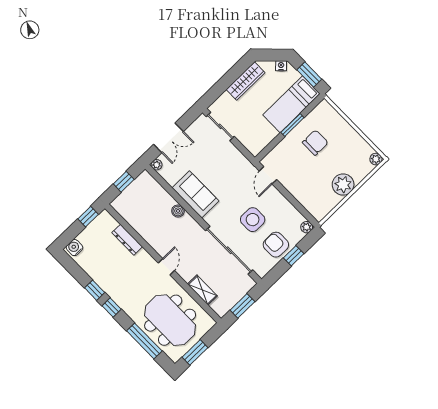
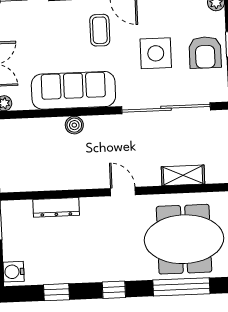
coffee table: (239, 180) -> (100, 30), added
sofa: (195, 194) -> (73, 90), width x1.36
armchair: (276, 245) -> (205, 52), turned -90
window: (95, 290) -> (57, 292), moved

